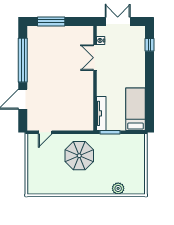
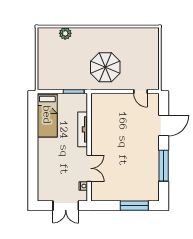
window: (149, 45) -> (33, 182), removed
window: (23, 60) -> (164, 166), width x0.68
tv unit: (101, 113) -> (83, 129), moved
door: (45, 132) -> (140, 91), swing flipped

